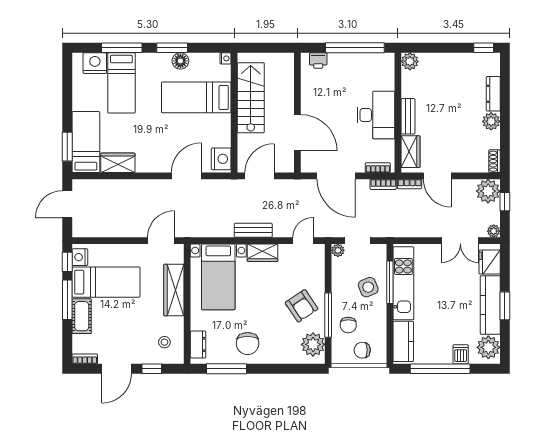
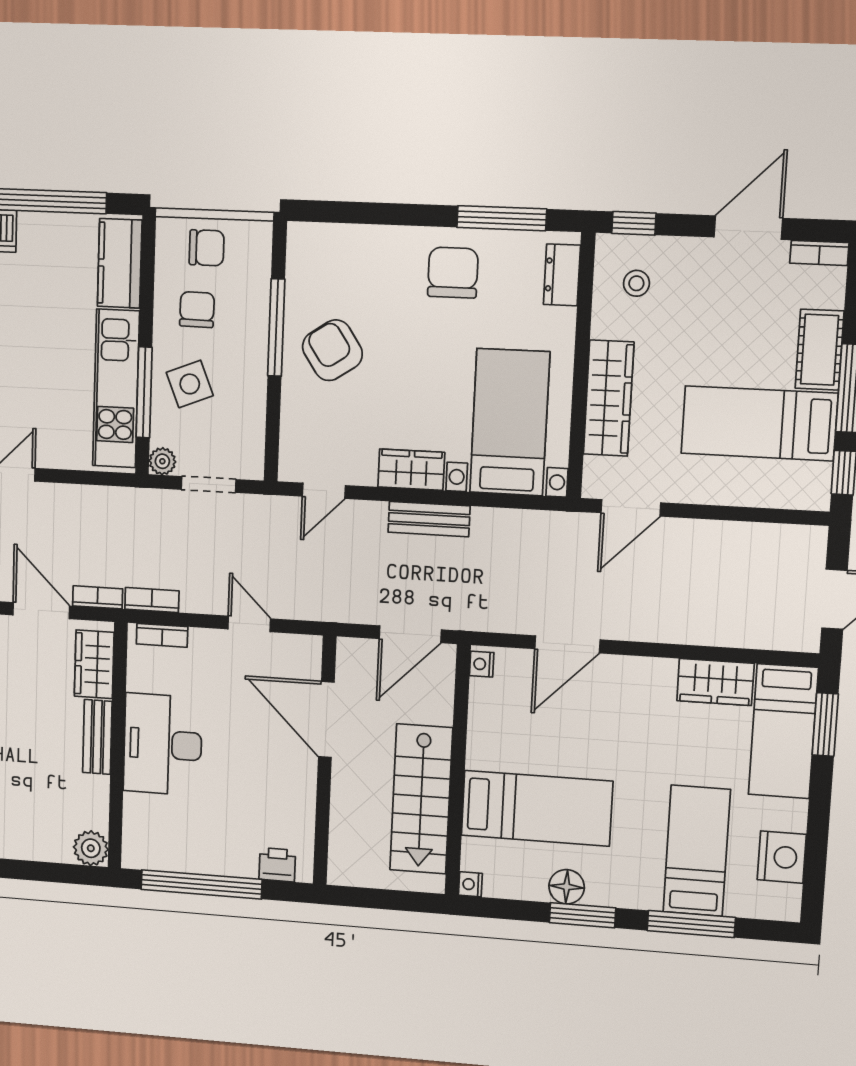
nightstand: (95, 63) -> (782, 857), moved, turned -90
nightstand: (221, 159) -> (482, 664), width x0.53, depth x0.56
door: (336, 176) -> (249, 624), width x0.53
plant: (338, 250) -> (162, 461), moved
nightstand: (80, 257) -> (814, 482), removed
chair: (348, 325) -> (197, 310), moved
plant: (313, 344) -> (311, 265), removed
window: (152, 369) -> (634, 223), moved

